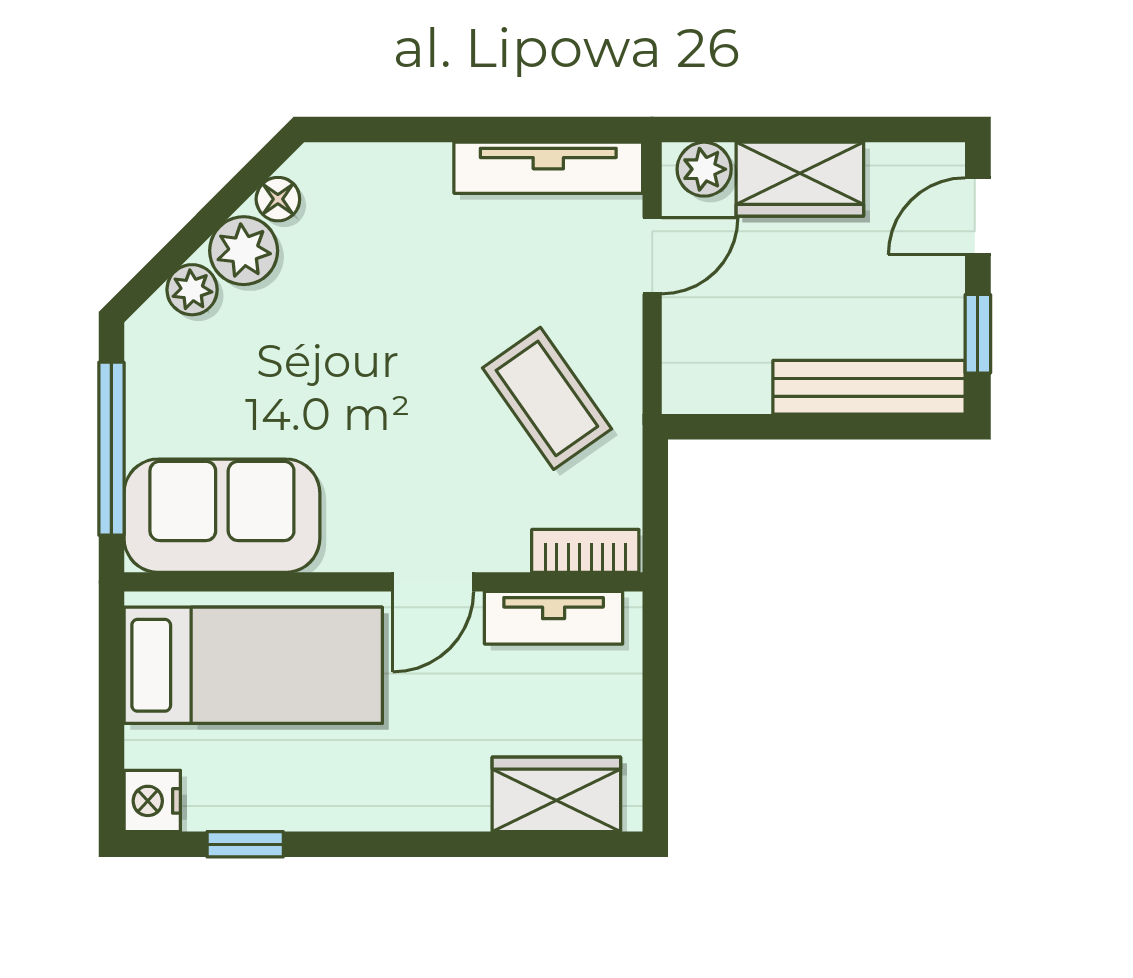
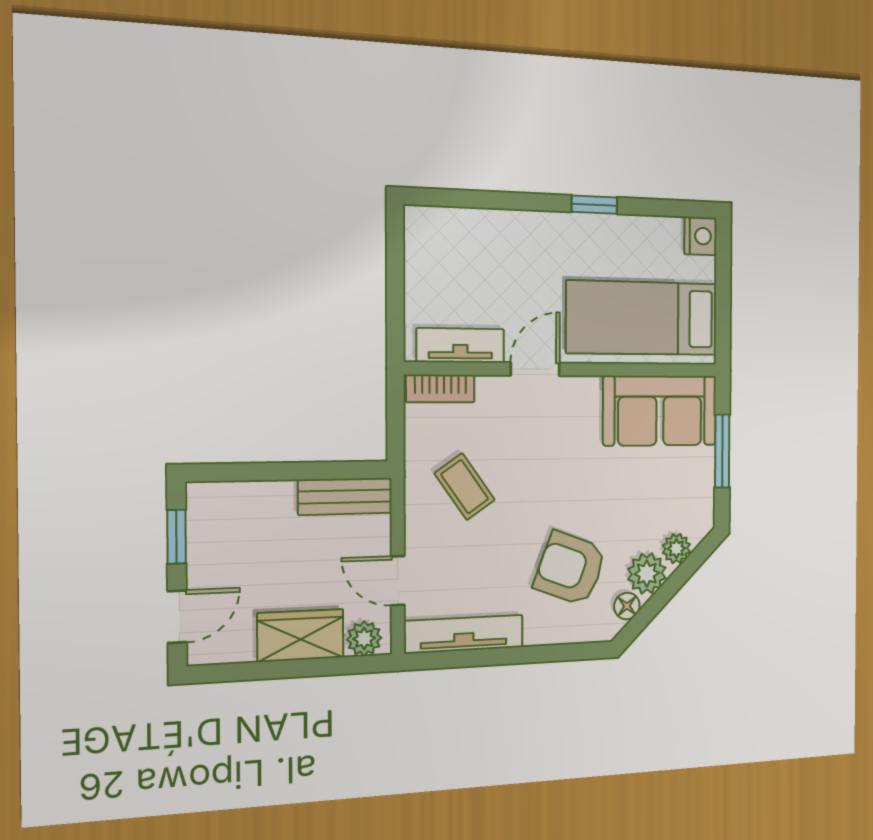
door: (652, 256) -> (398, 581), hinge flipped
armchair: (374, 264) -> (570, 568), added
bench: (869, 387) -> (345, 496), moved, width x0.73
coffee table: (547, 398) -> (465, 487), width x0.73, depth x0.77
window: (111, 449) -> (722, 451), width x0.69
wardrobe: (556, 794) -> (459, 231), removed
window: (245, 844) -> (594, 205), moved

